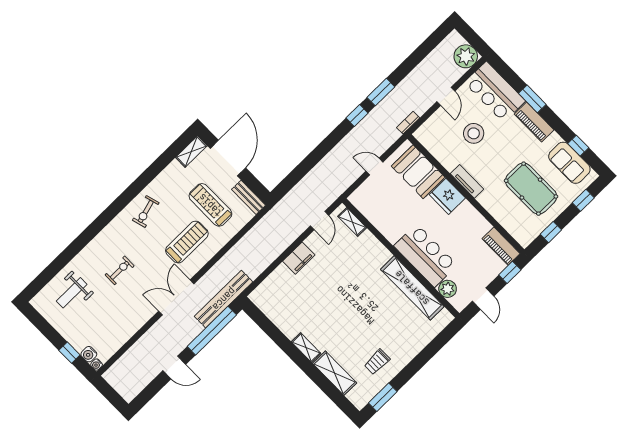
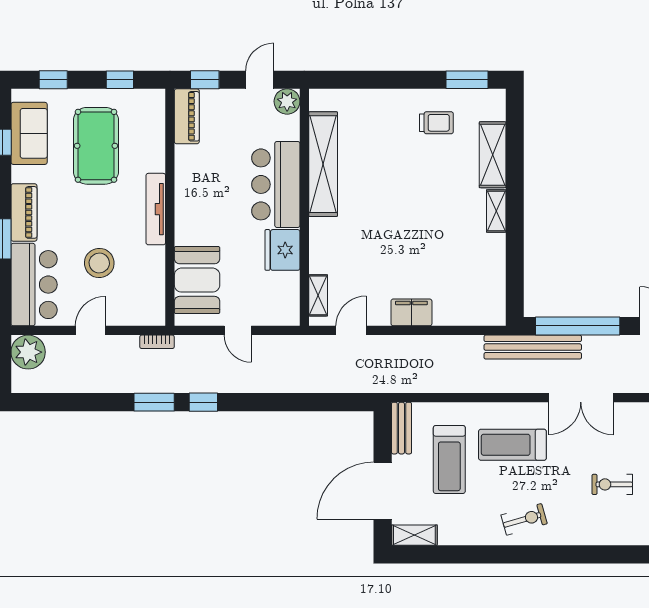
tv unit: (467, 181) -> (156, 209), width x1.41
fridge: (447, 196) -> (282, 250), moved, turned 180
plant: (448, 289) -> (287, 101), moved

